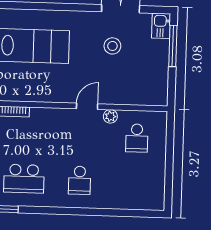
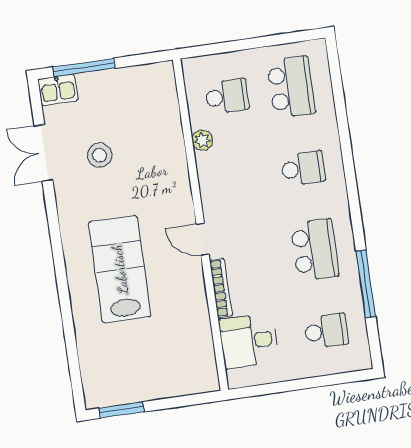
door: (87, 106) -> (203, 239), moved
school desk: (135, 182) -> (291, 87), added

